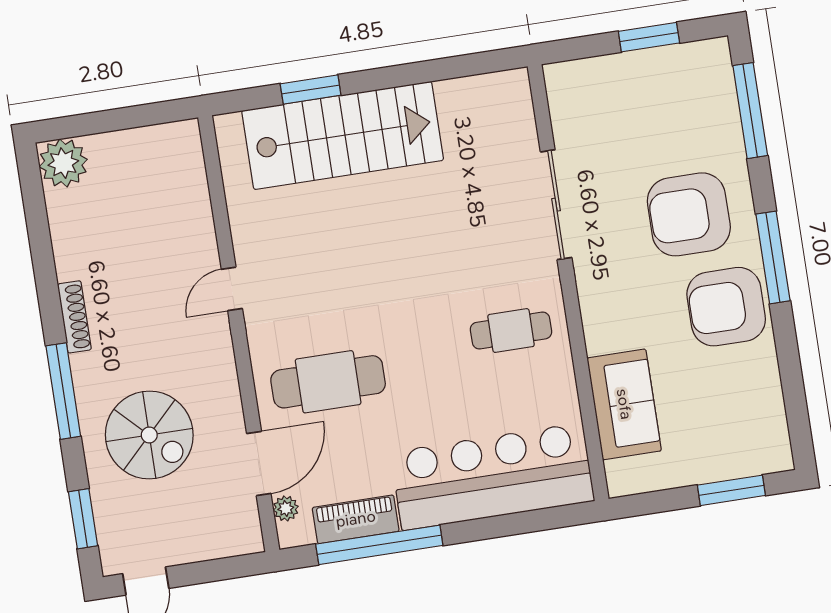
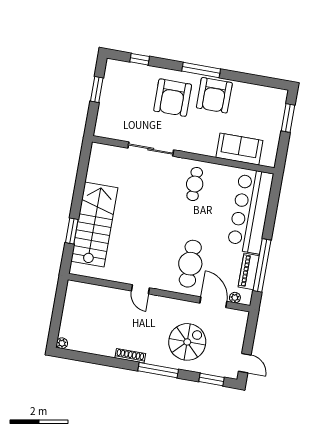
window: (750, 111) -> (140, 59), width x0.46
plant: (63, 163) -> (62, 343), width x0.53, depth x0.53

